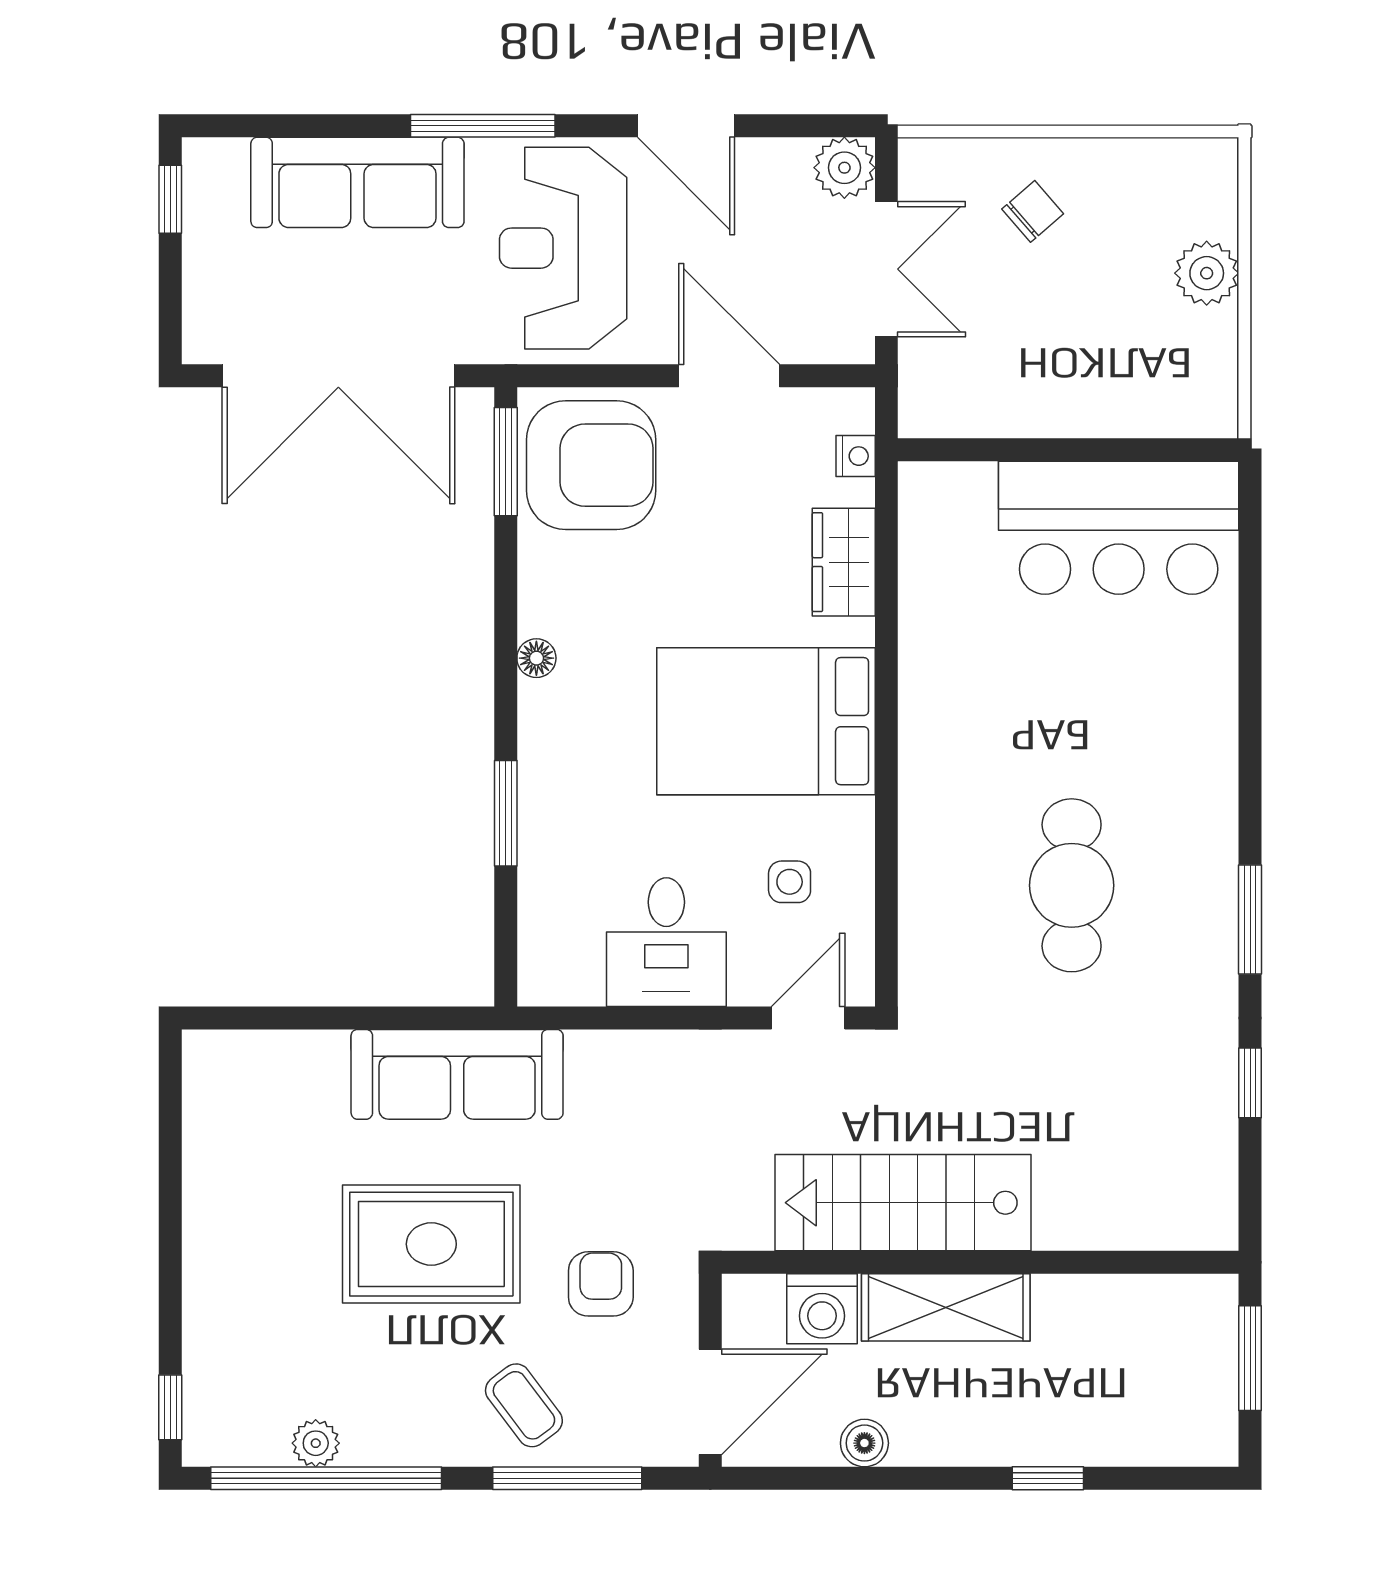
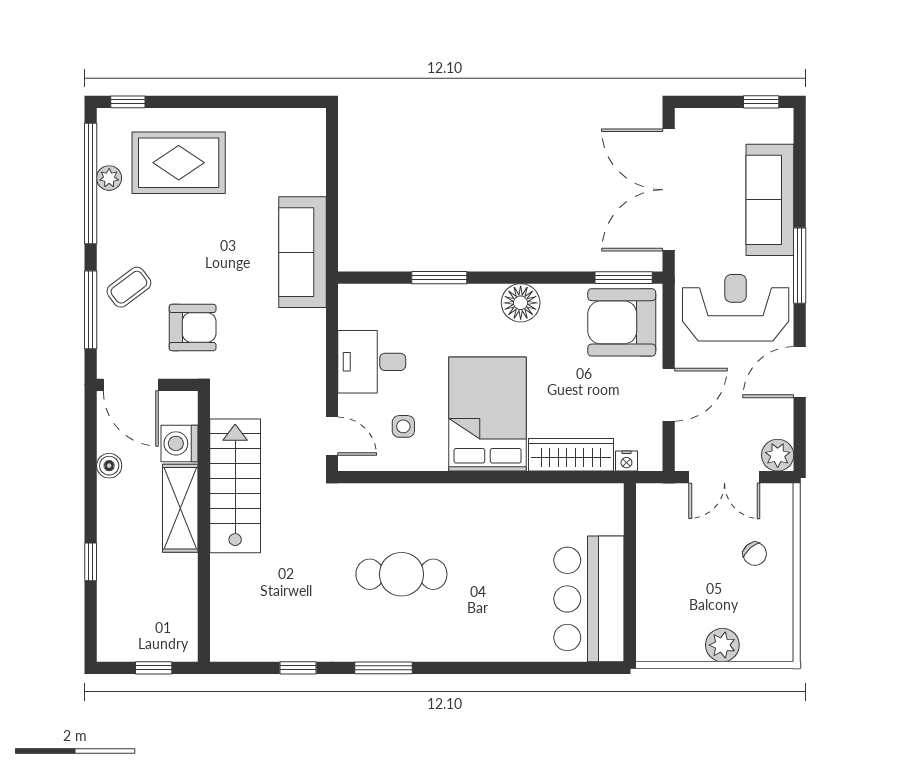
armchair: (591, 465) -> (622, 322), turned 90
wardrobe: (844, 562) -> (571, 455), width x1.50
floor lamp: (536, 658) -> (521, 303), width x1.89, depth x1.89
rug: (431, 1244) -> (179, 163), moved, turned 90
armchair: (601, 1284) -> (193, 327), width x1.38, depth x1.38
window: (1250, 1358) -> (154, 668), width x0.67

